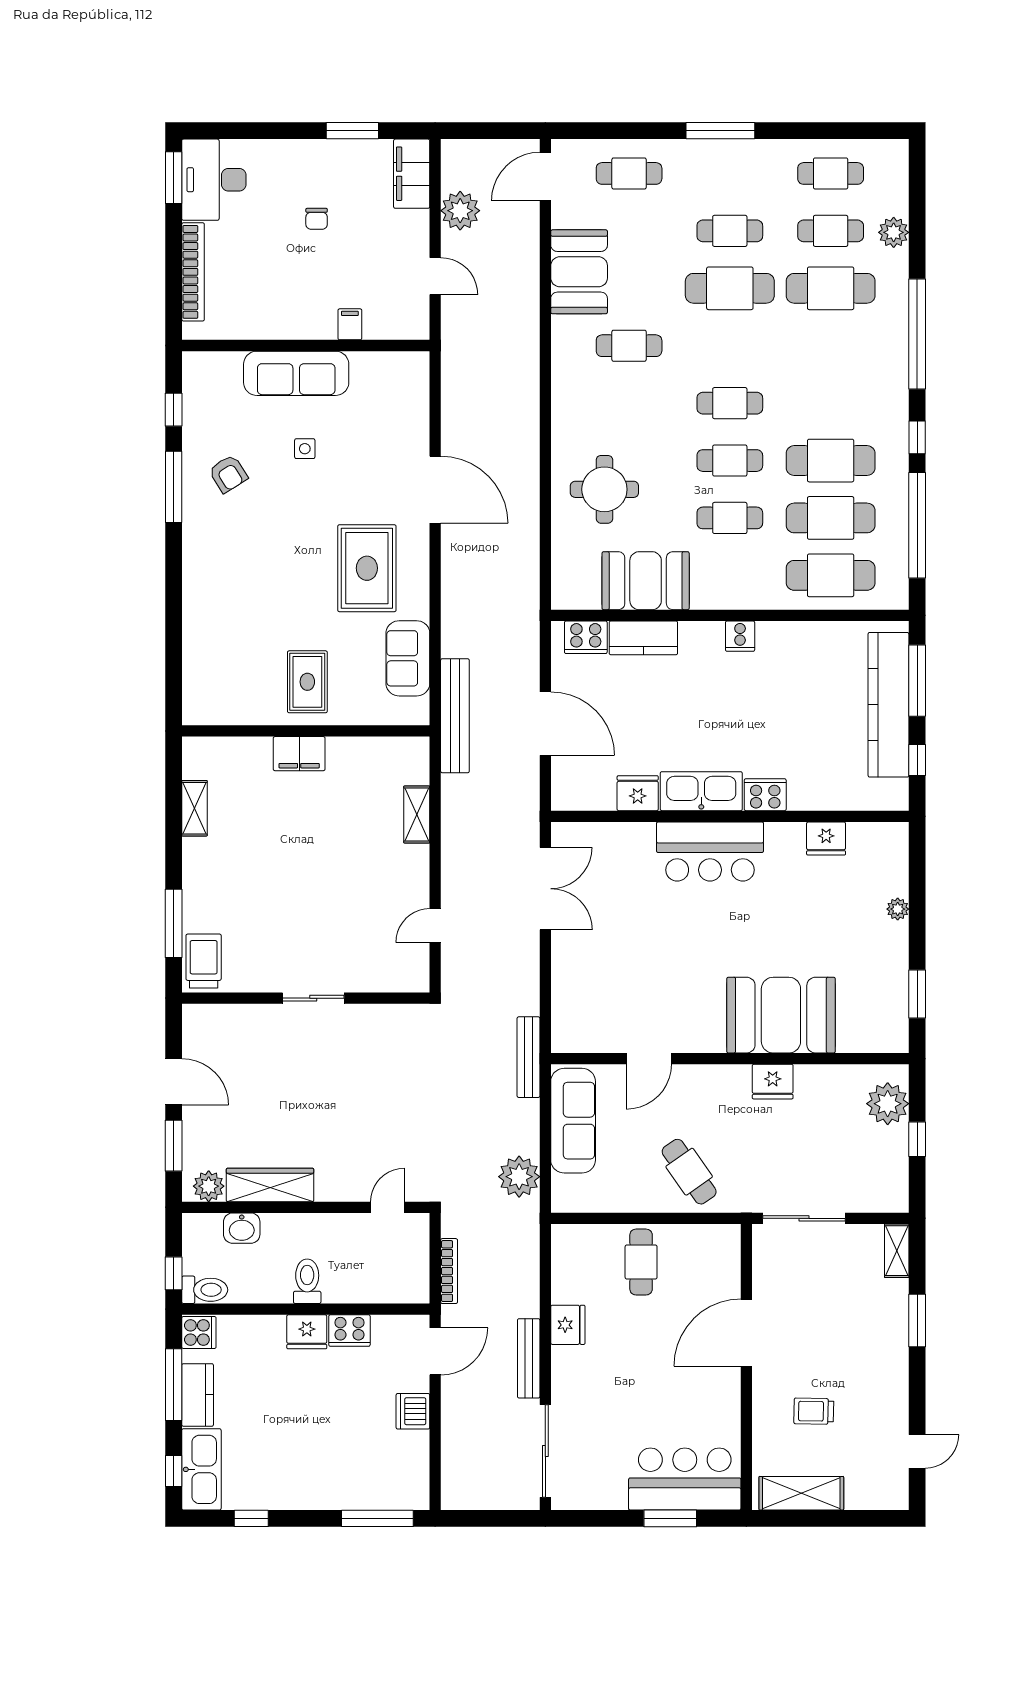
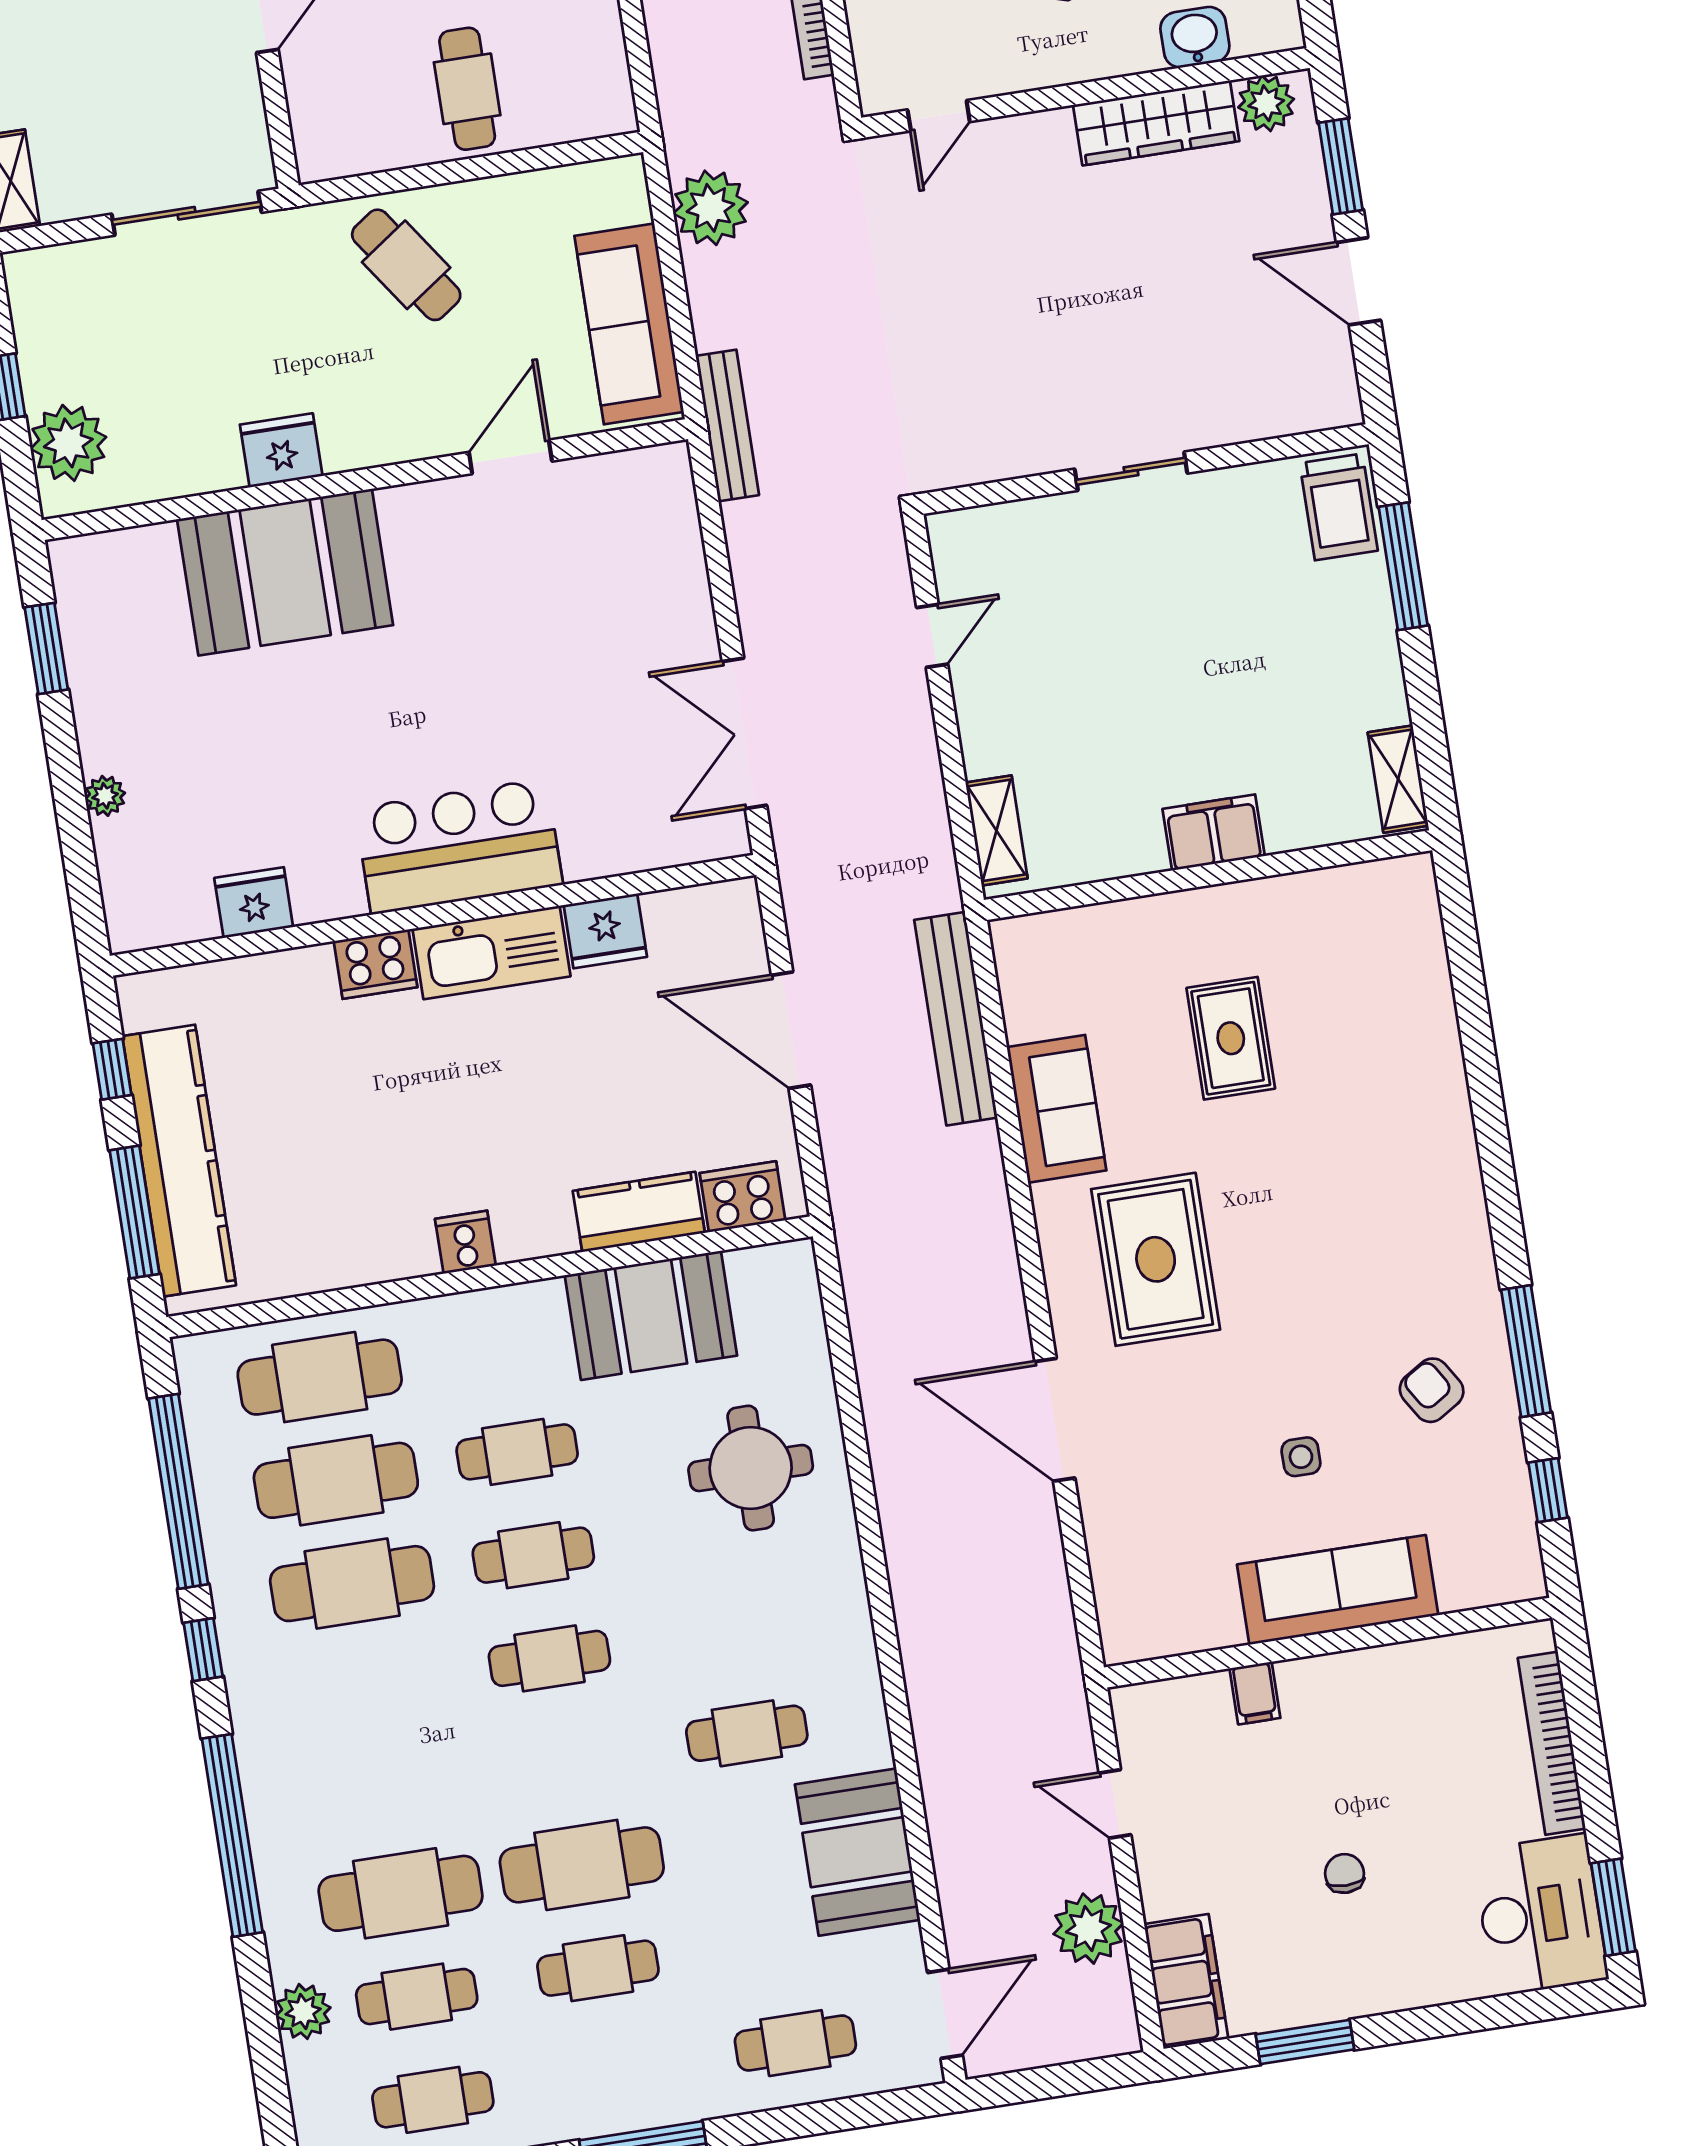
wall: (306, 731) -> (1208, 875), moved
filing cabinet: (299, 754) -> (1214, 832), moved

